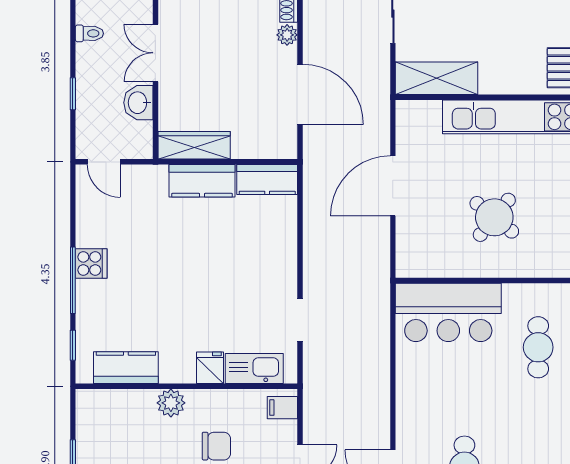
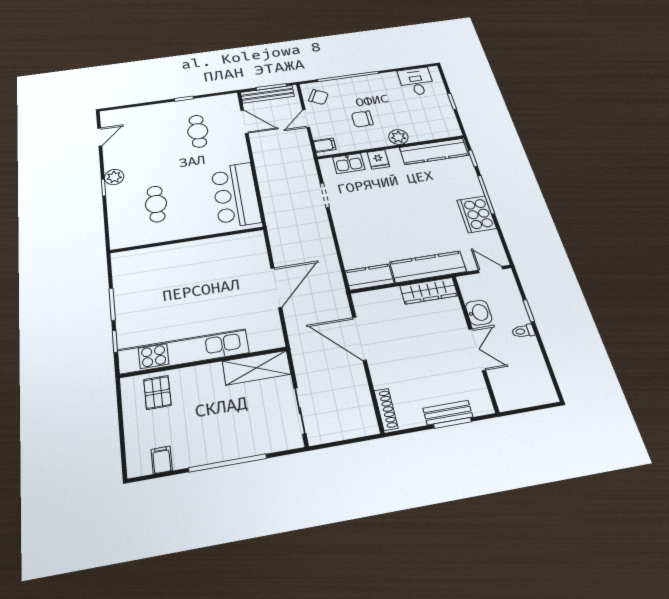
toilet: (89, 33) -> (523, 331), moved
plant: (287, 35) -> (380, 380), removed
kitchen counter: (202, 181) -> (428, 267), width x1.50
round table: (494, 217) -> (198, 279), removed
cooker: (91, 263) -> (477, 214), width x1.87, depth x1.31
bar counter: (448, 312) -> (236, 195), moved, turned -90
kitchen counter: (126, 368) -> (434, 151), width x1.50
kitchen sink: (254, 369) -> (349, 163), width x0.73

